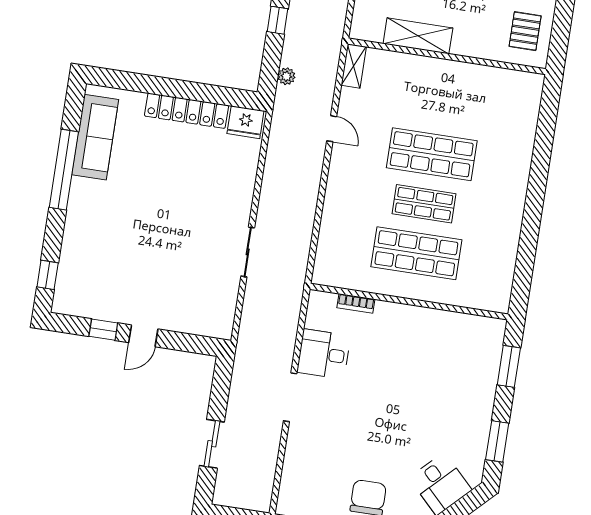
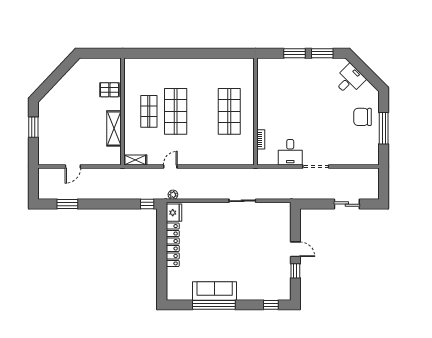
window: (278, 20) -> (147, 204), moved
pallet: (525, 31) -> (109, 90), moved
plant: (286, 76) -> (173, 195), moved
sofa: (95, 137) -> (215, 291), moved
shop shelf: (424, 204) -> (149, 111), moved
window: (509, 366) -> (295, 53), moved

